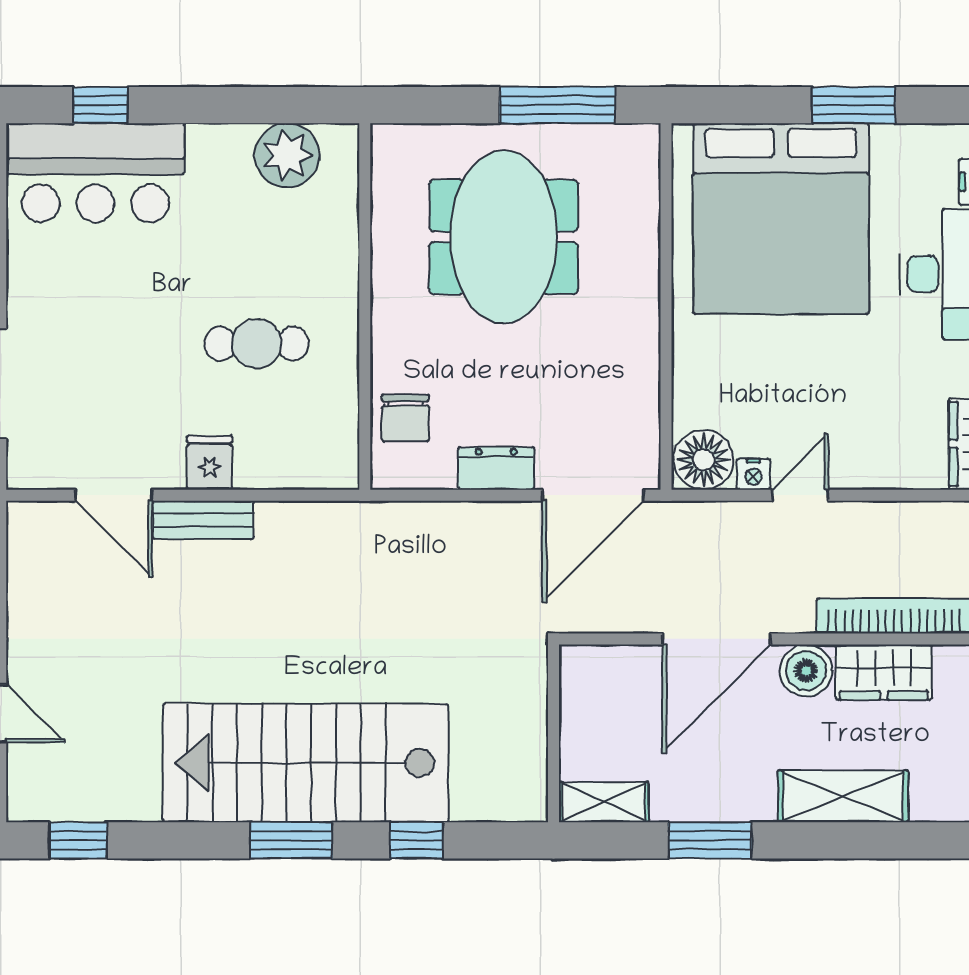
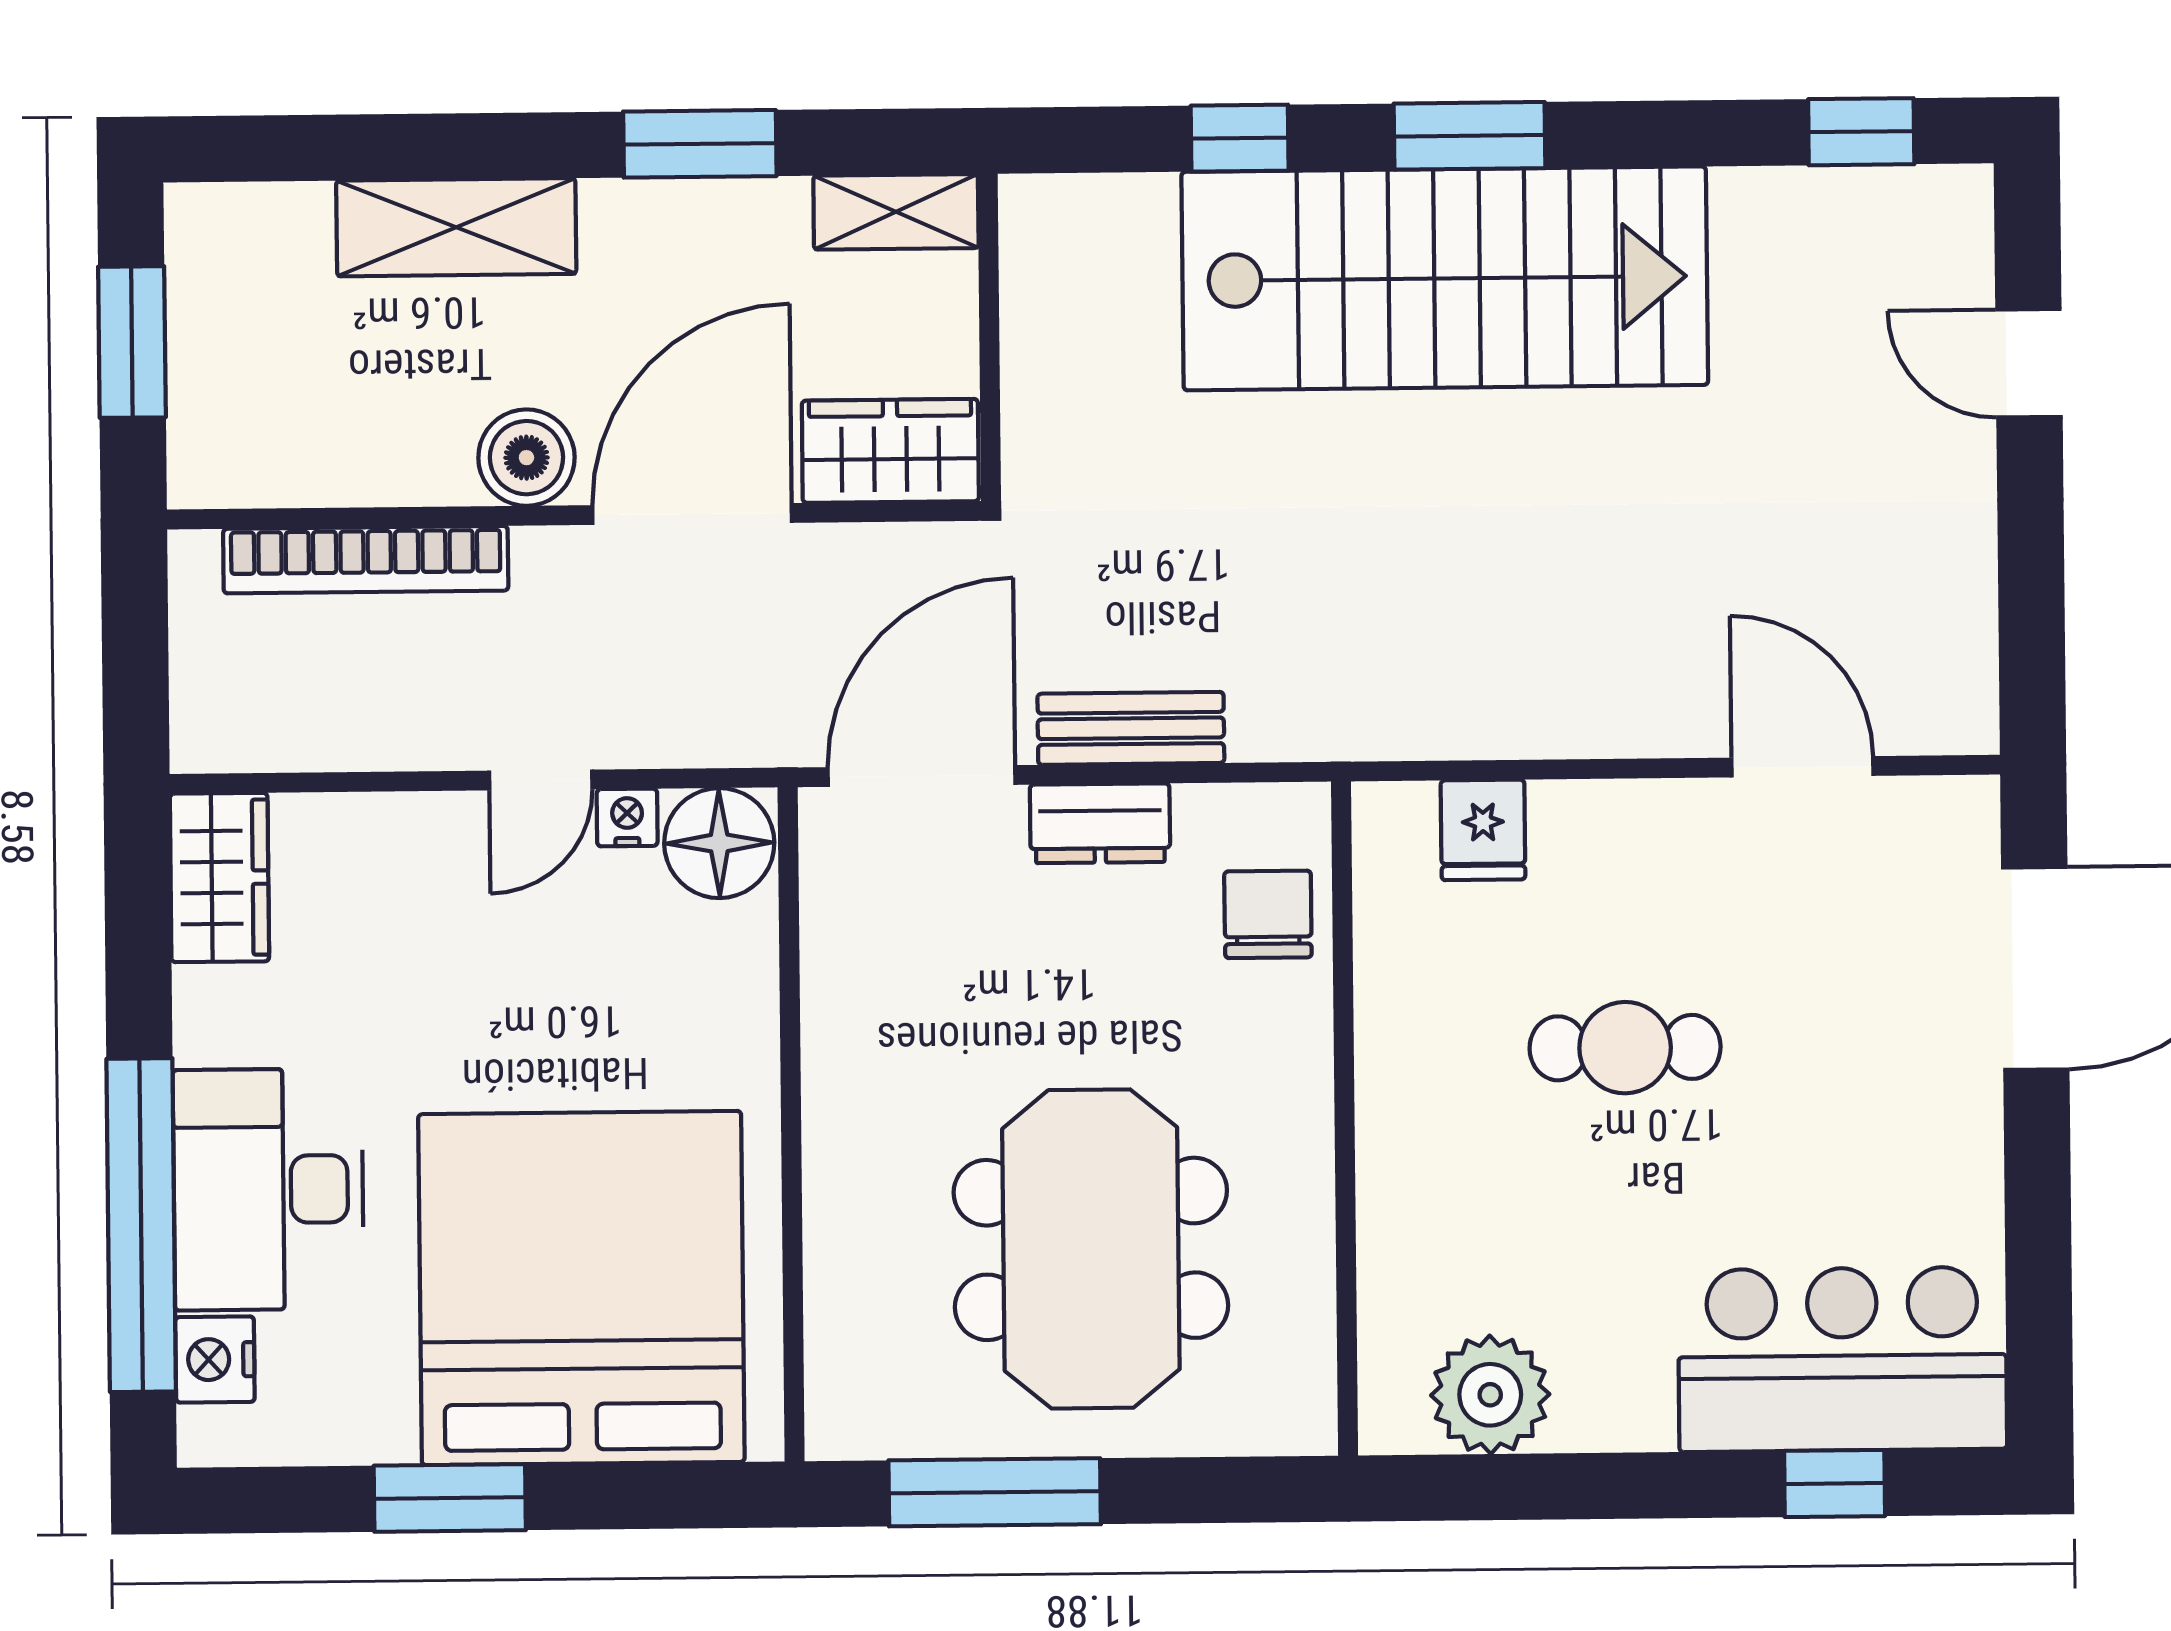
cafe table: (257, 344) -> (1625, 1048), moved
fridge: (209, 463) -> (1483, 830), moved
bench: (203, 520) -> (1131, 728), moved
wardrobe: (884, 672) -> (890, 451), moved

